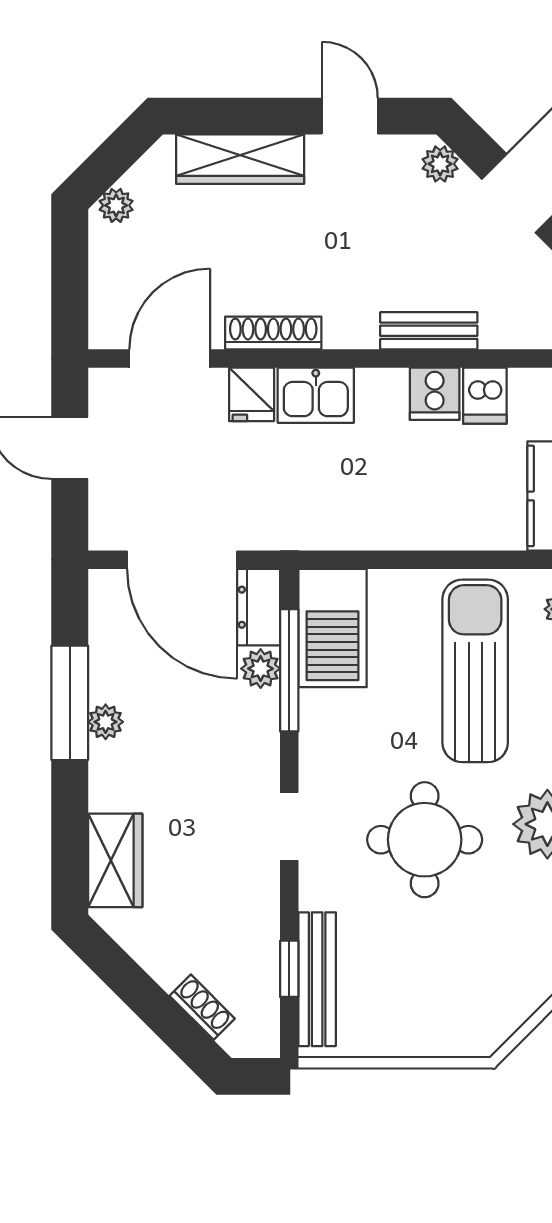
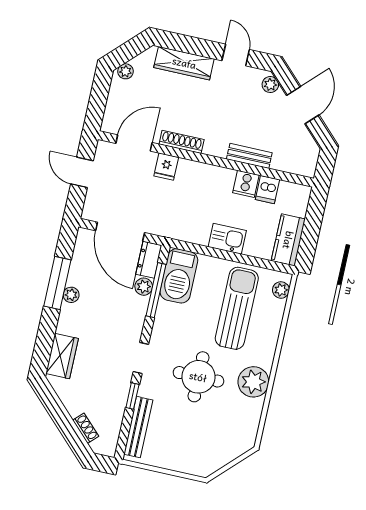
kitchen sink: (316, 395) -> (227, 239), moved, turned 180
window: (289, 969) -> (132, 396), moved

